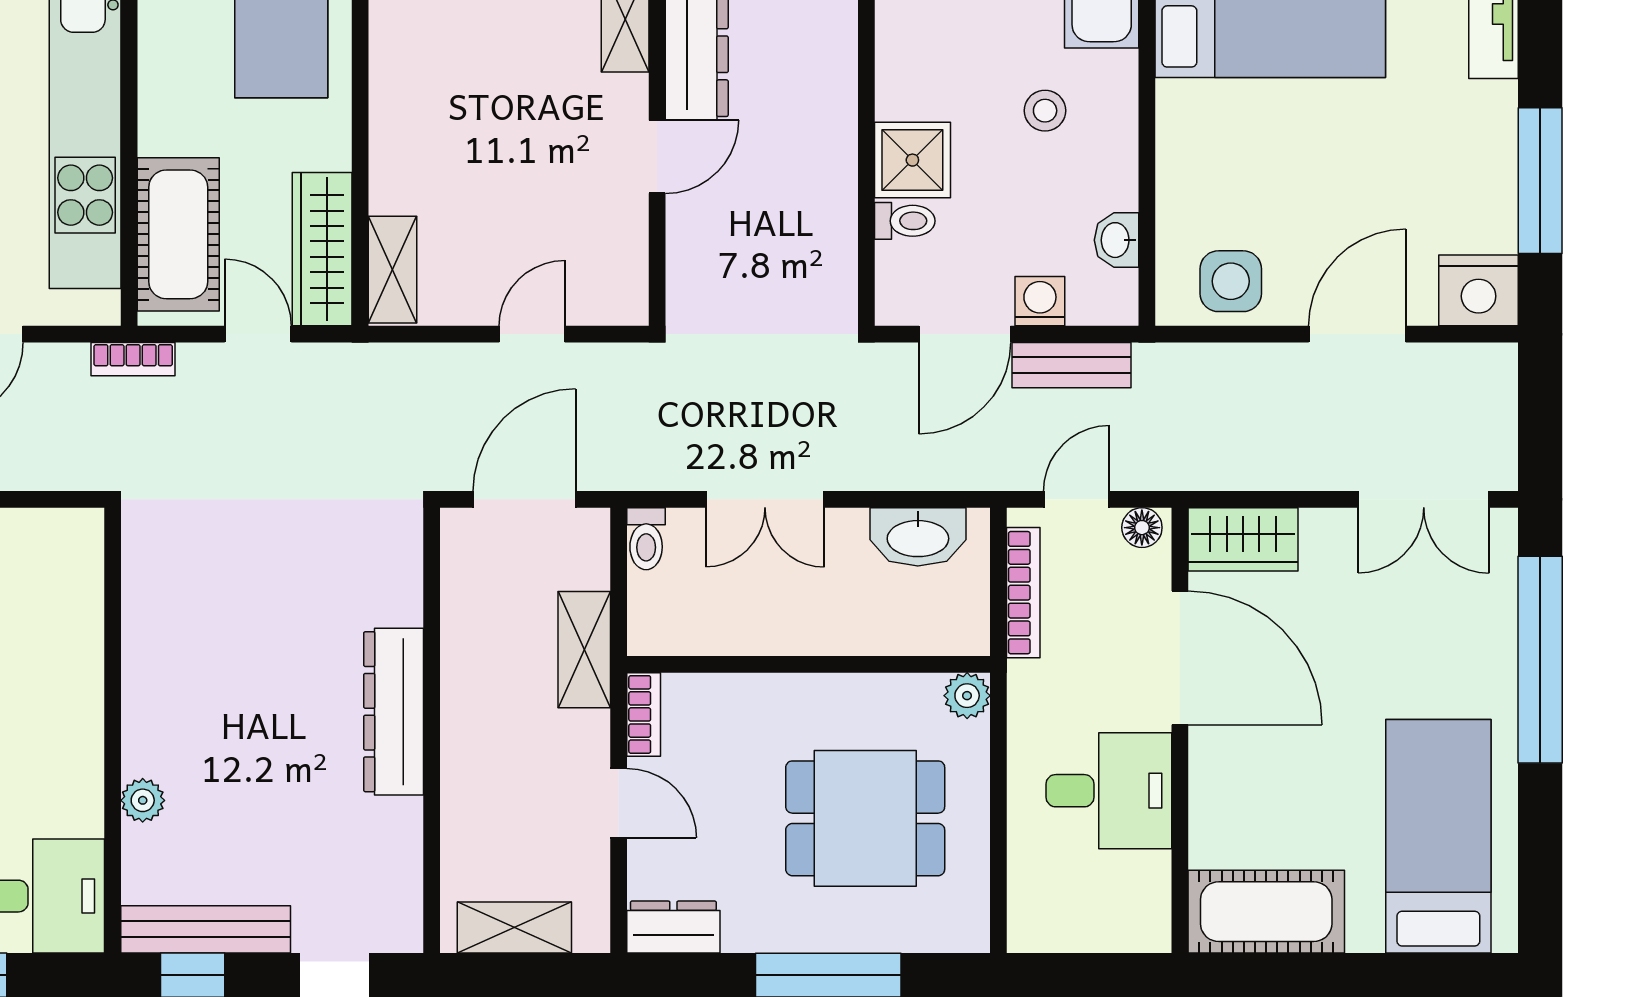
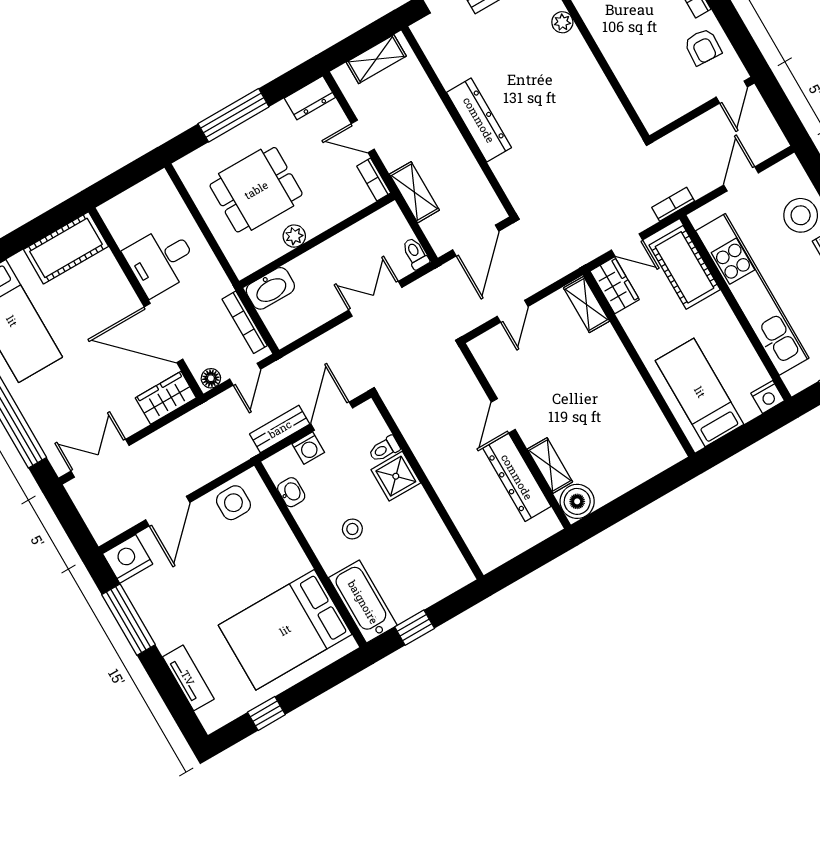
wardrobe: (322, 249) -> (615, 285), width x0.67
washbasin: (918, 537) -> (270, 288), moved, turned 180
plant: (967, 696) -> (294, 236), moved

